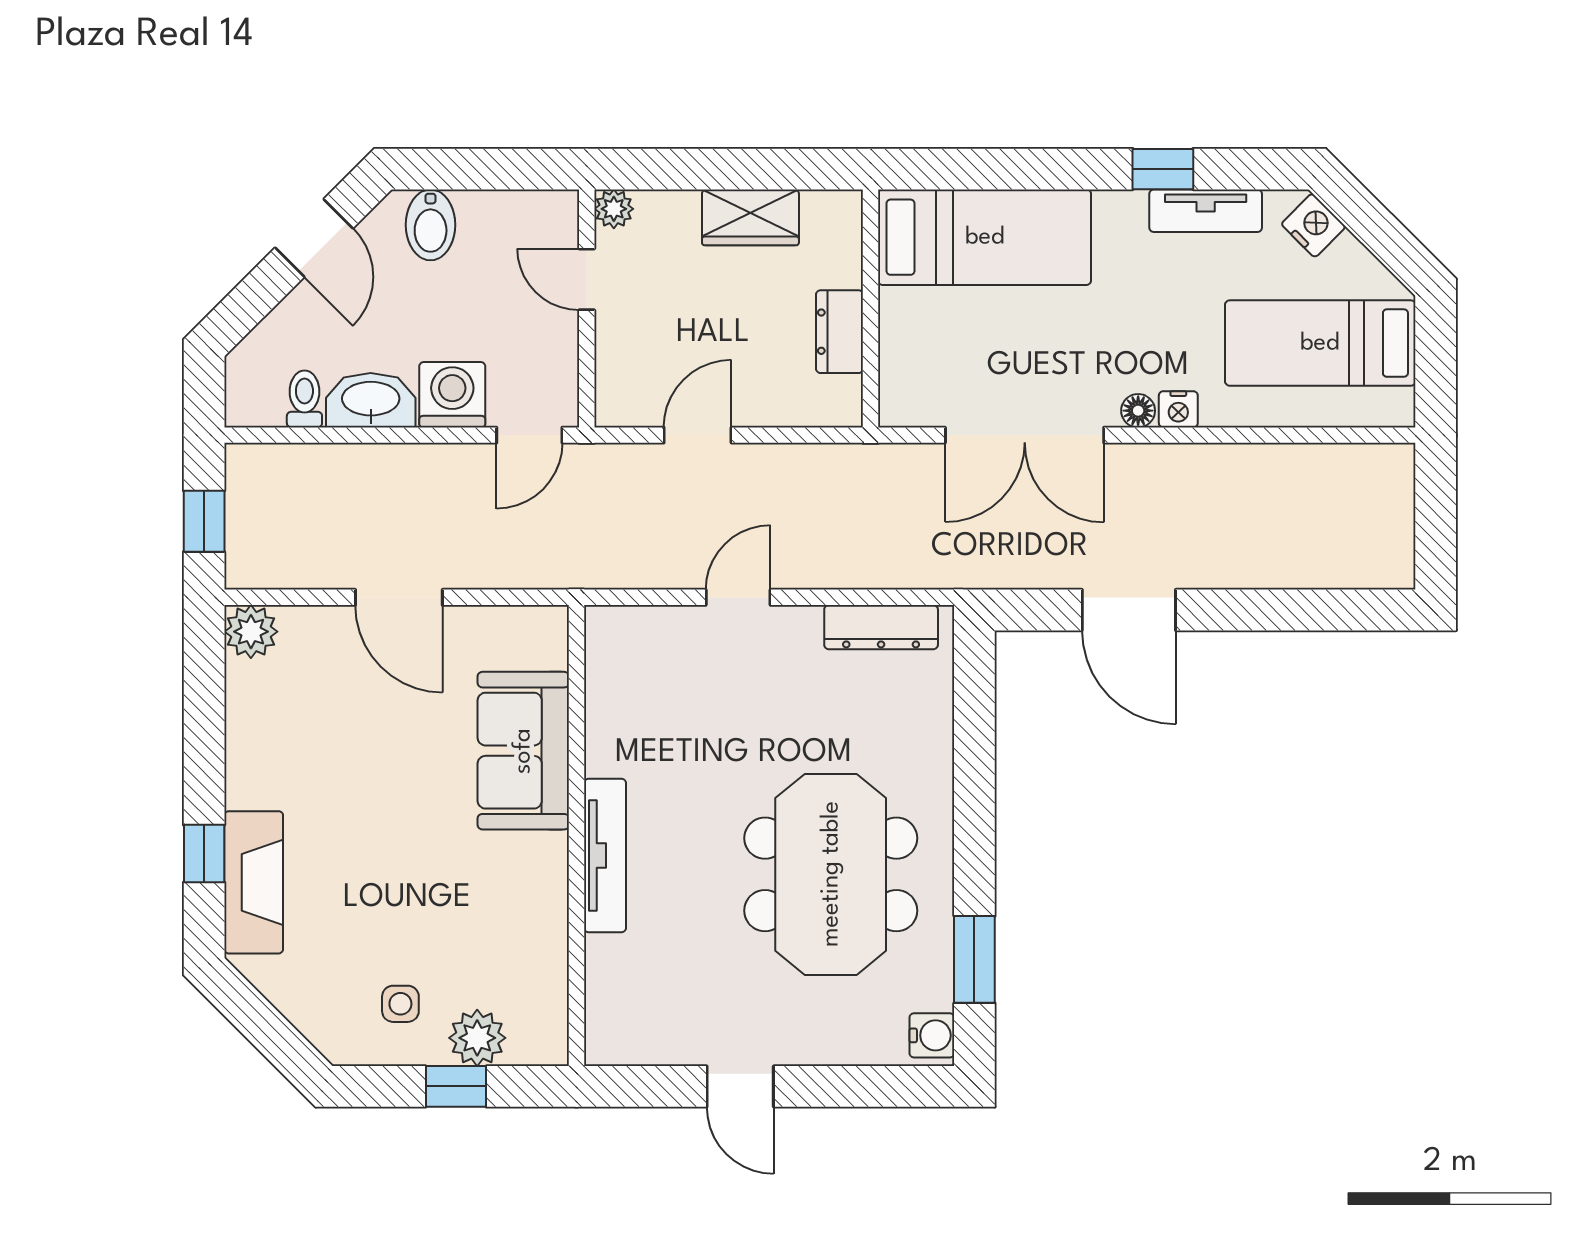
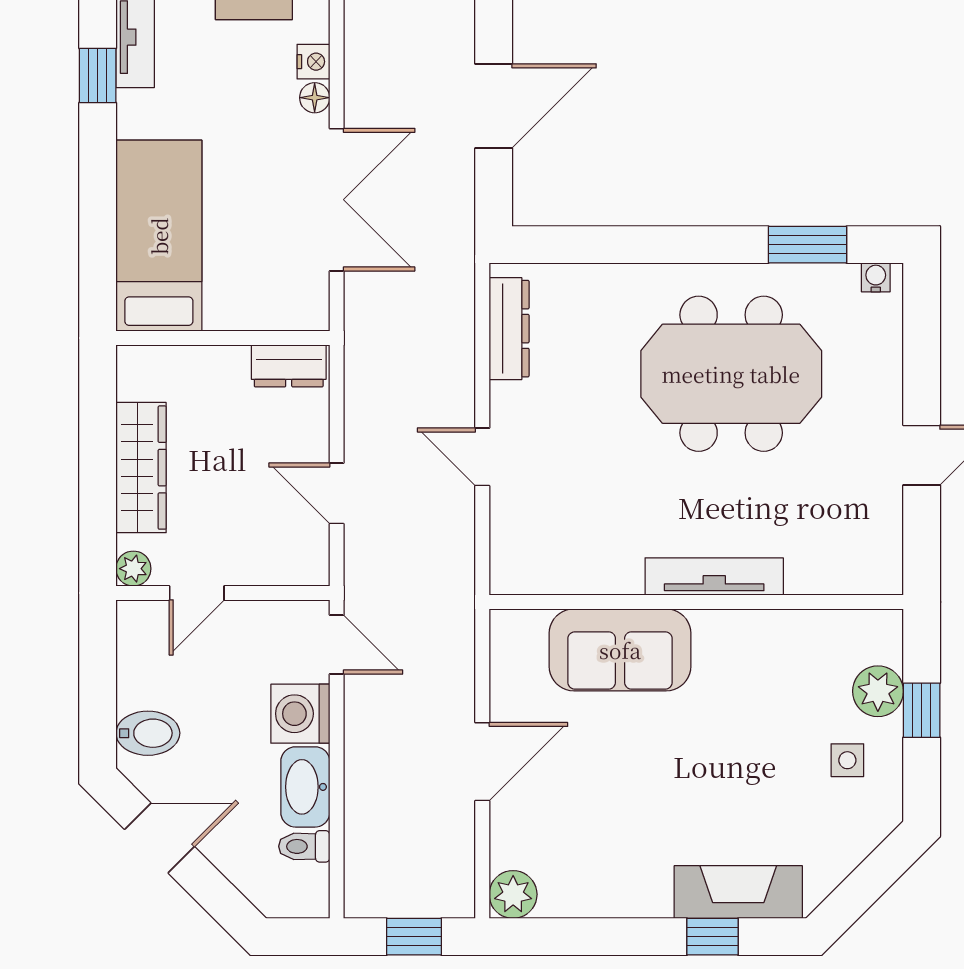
wardrobe: (750, 217) -> (141, 468), width x1.50
dresser: (840, 332) -> (289, 366), moved
water cooler: (932, 1035) -> (876, 277), width x0.72, depth x0.72

